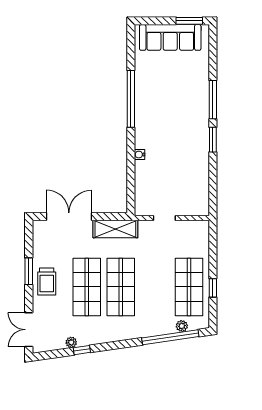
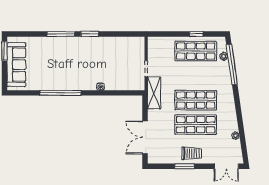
shelving: (115, 229) -> (154, 93), moved
window: (82, 350) -> (241, 128), removed

